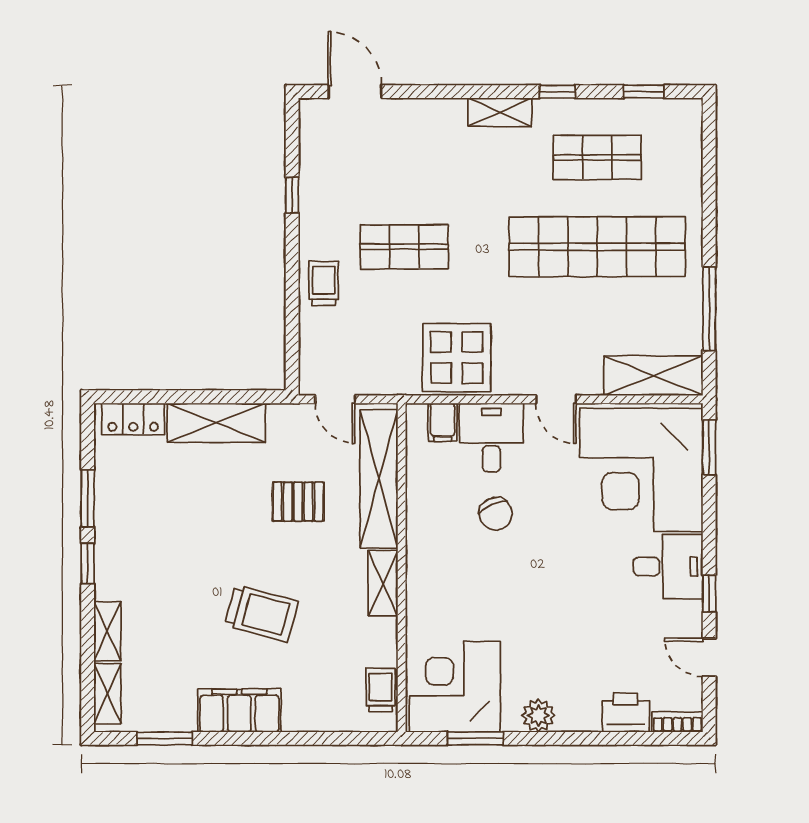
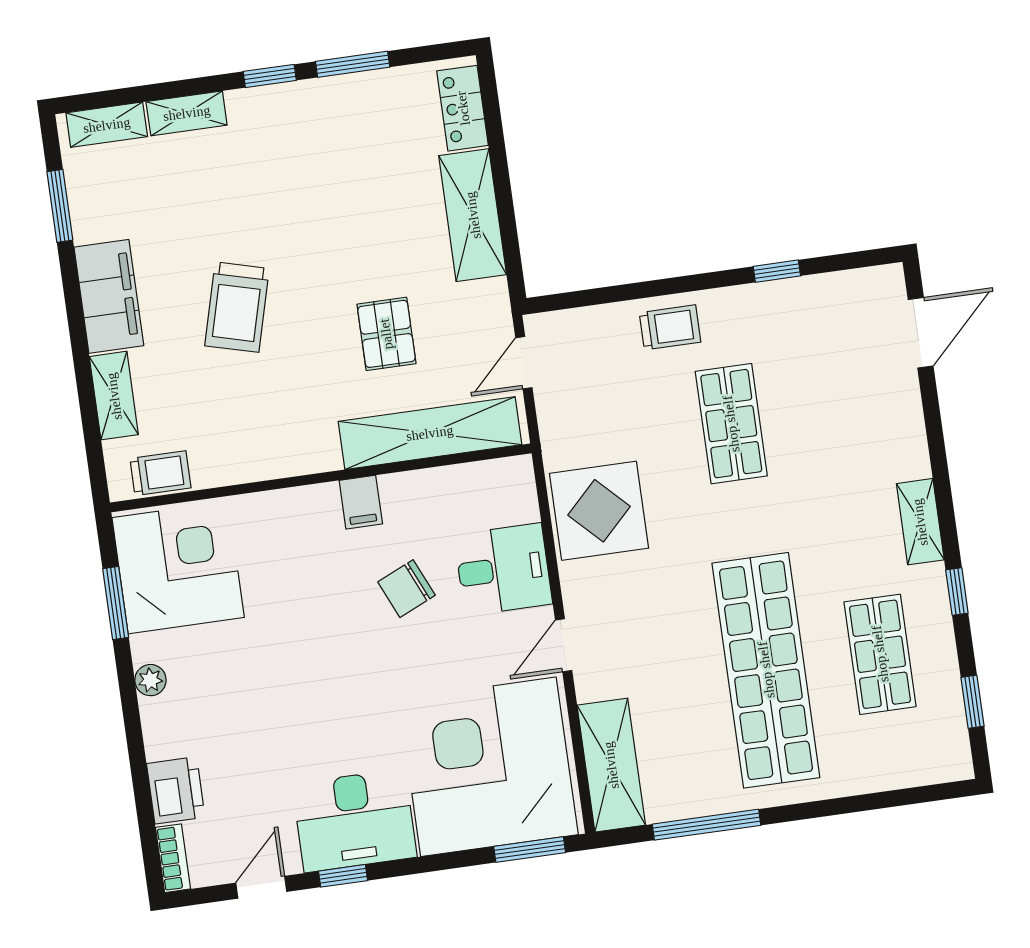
filing cabinet: (443, 422) -> (361, 502), moved, turned -90
desk: (668, 567) -> (355, 821), width x1.37
shelving: (383, 583) -> (114, 396), moved, turned 90
plant: (538, 715) -> (150, 680), width x0.73, depth x0.73

